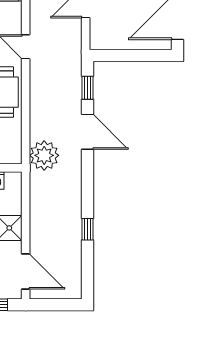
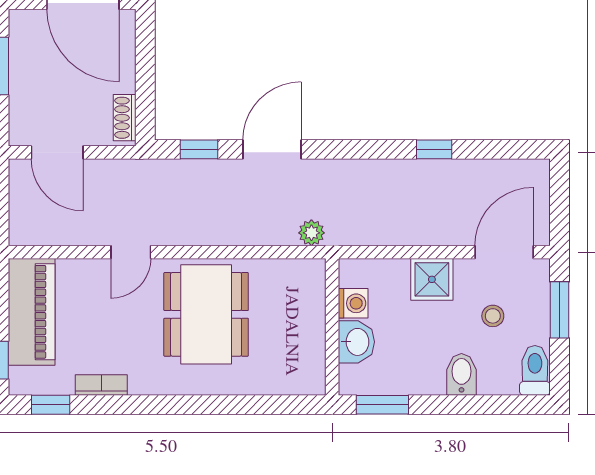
shoe rack: (107, 43) -> (125, 118), added
plant: (44, 155) -> (311, 233), width x0.53, depth x0.53

